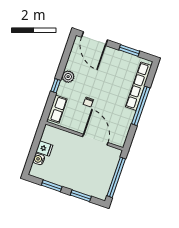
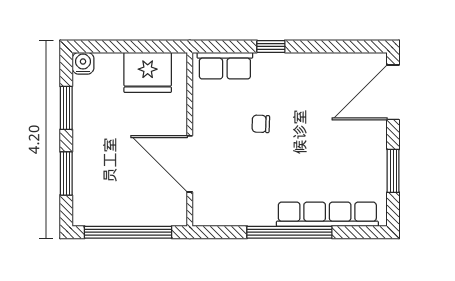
plant: (68, 77) -> (298, 65), removed
door: (95, 140) -> (190, 164), swing flipped
fridge: (44, 149) -> (148, 72), width x1.88, depth x1.34
water cooler: (39, 159) -> (83, 63), moved

